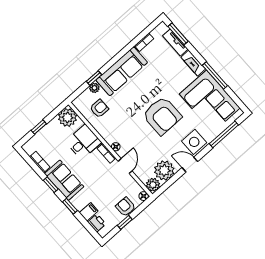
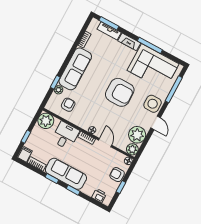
door: (190, 165) -> (156, 123), swing flipped
sofa: (64, 180) -> (66, 174), width x1.36
filing cabinet: (89, 212) -> (25, 154), moved

